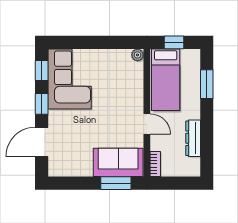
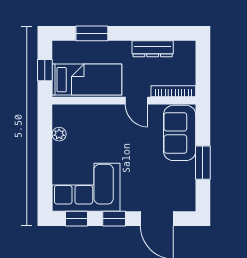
plant: (137, 55) -> (59, 134), moved
door: (147, 124) -> (137, 101), swing flipped
bookcase: (155, 164) -> (173, 91), width x1.56
window: (116, 183) -> (203, 163), moved

